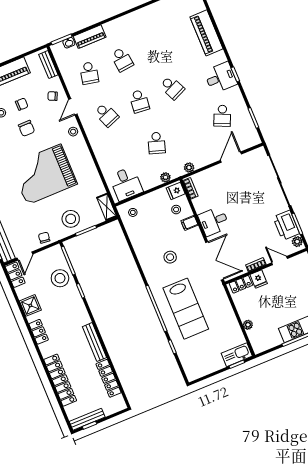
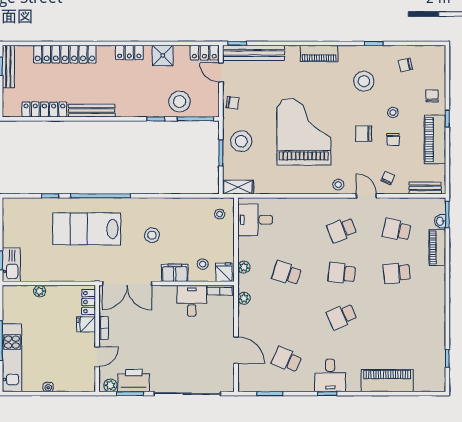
desk: (214, 221) -> (192, 301), moved
filing cabinet: (189, 223) -> (175, 273), width x2.00

